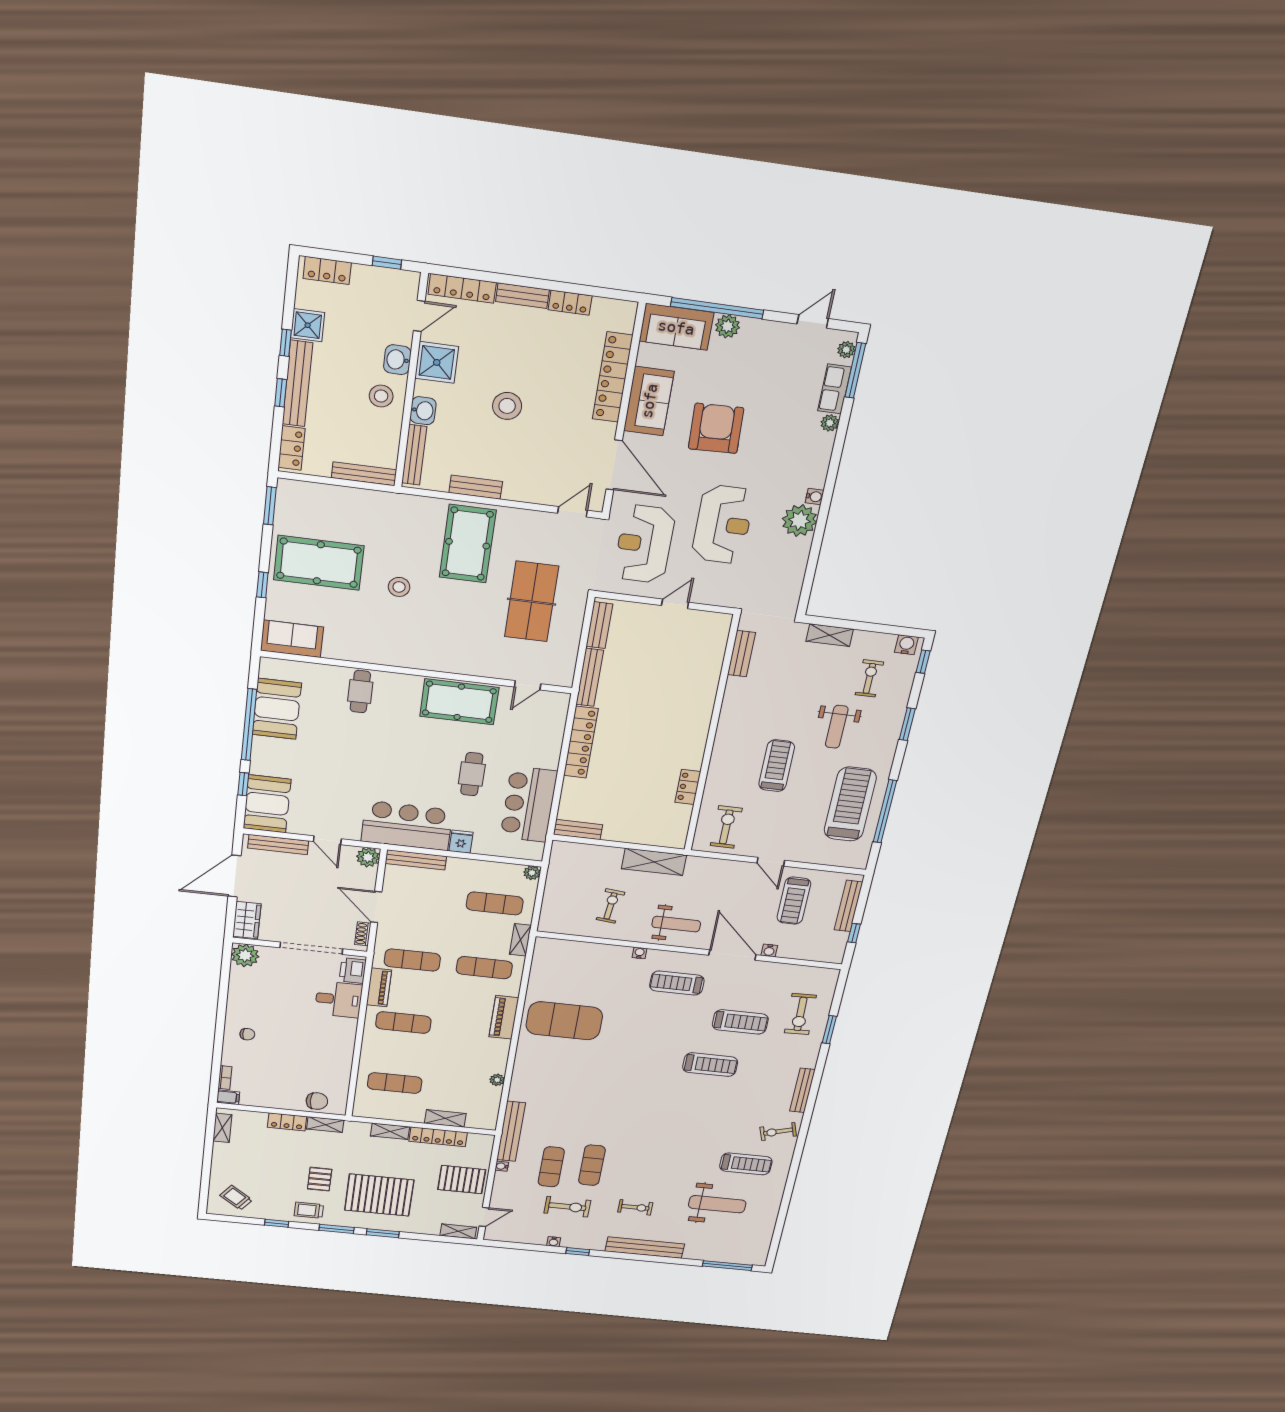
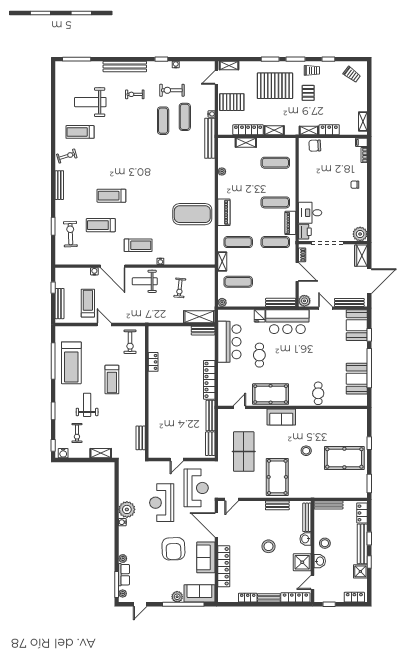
sofa: (292, 639) -> (281, 417), moved
shelving: (654, 862) -> (199, 317), moved

